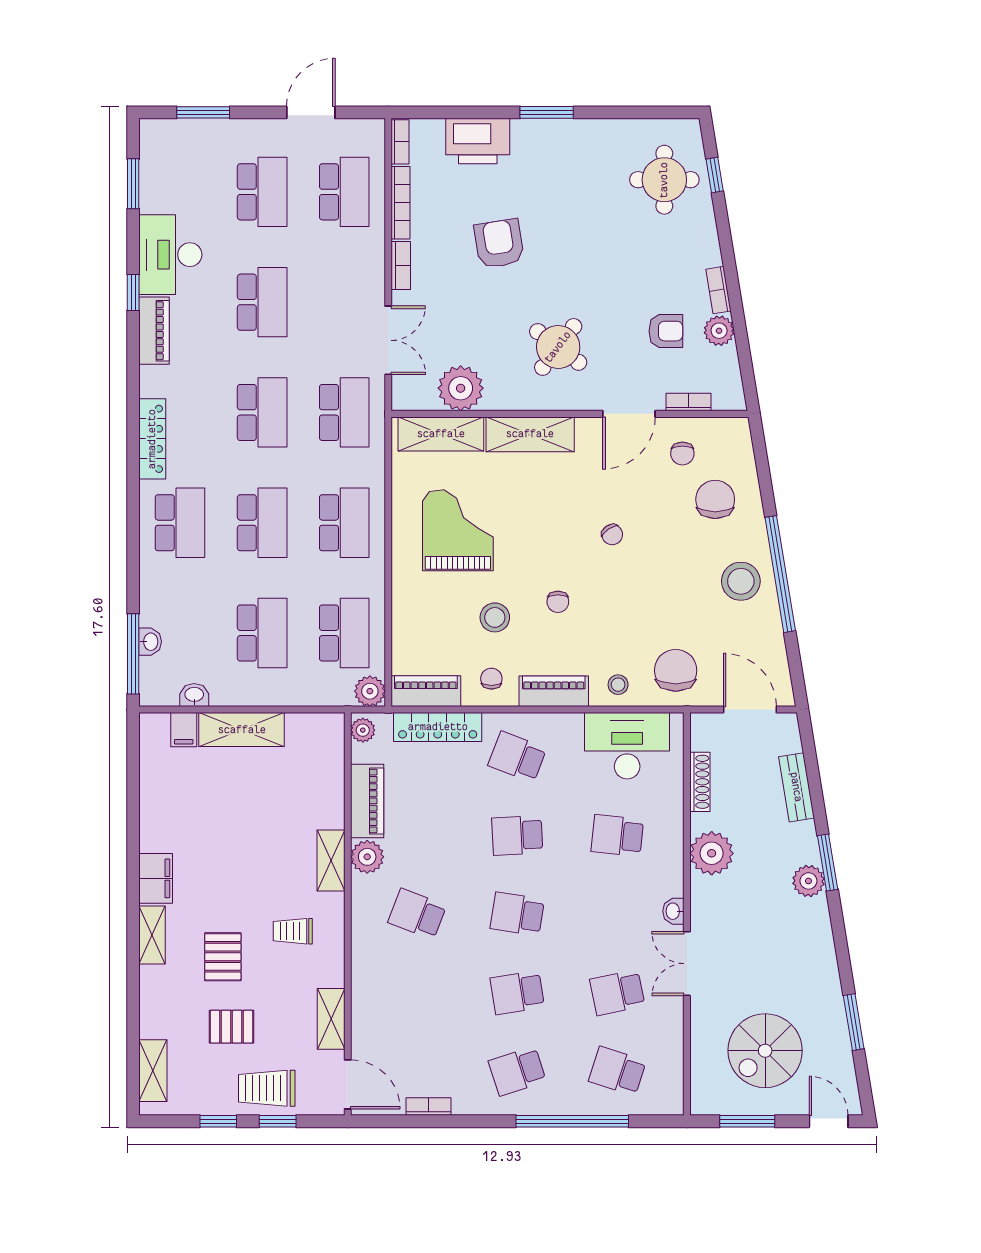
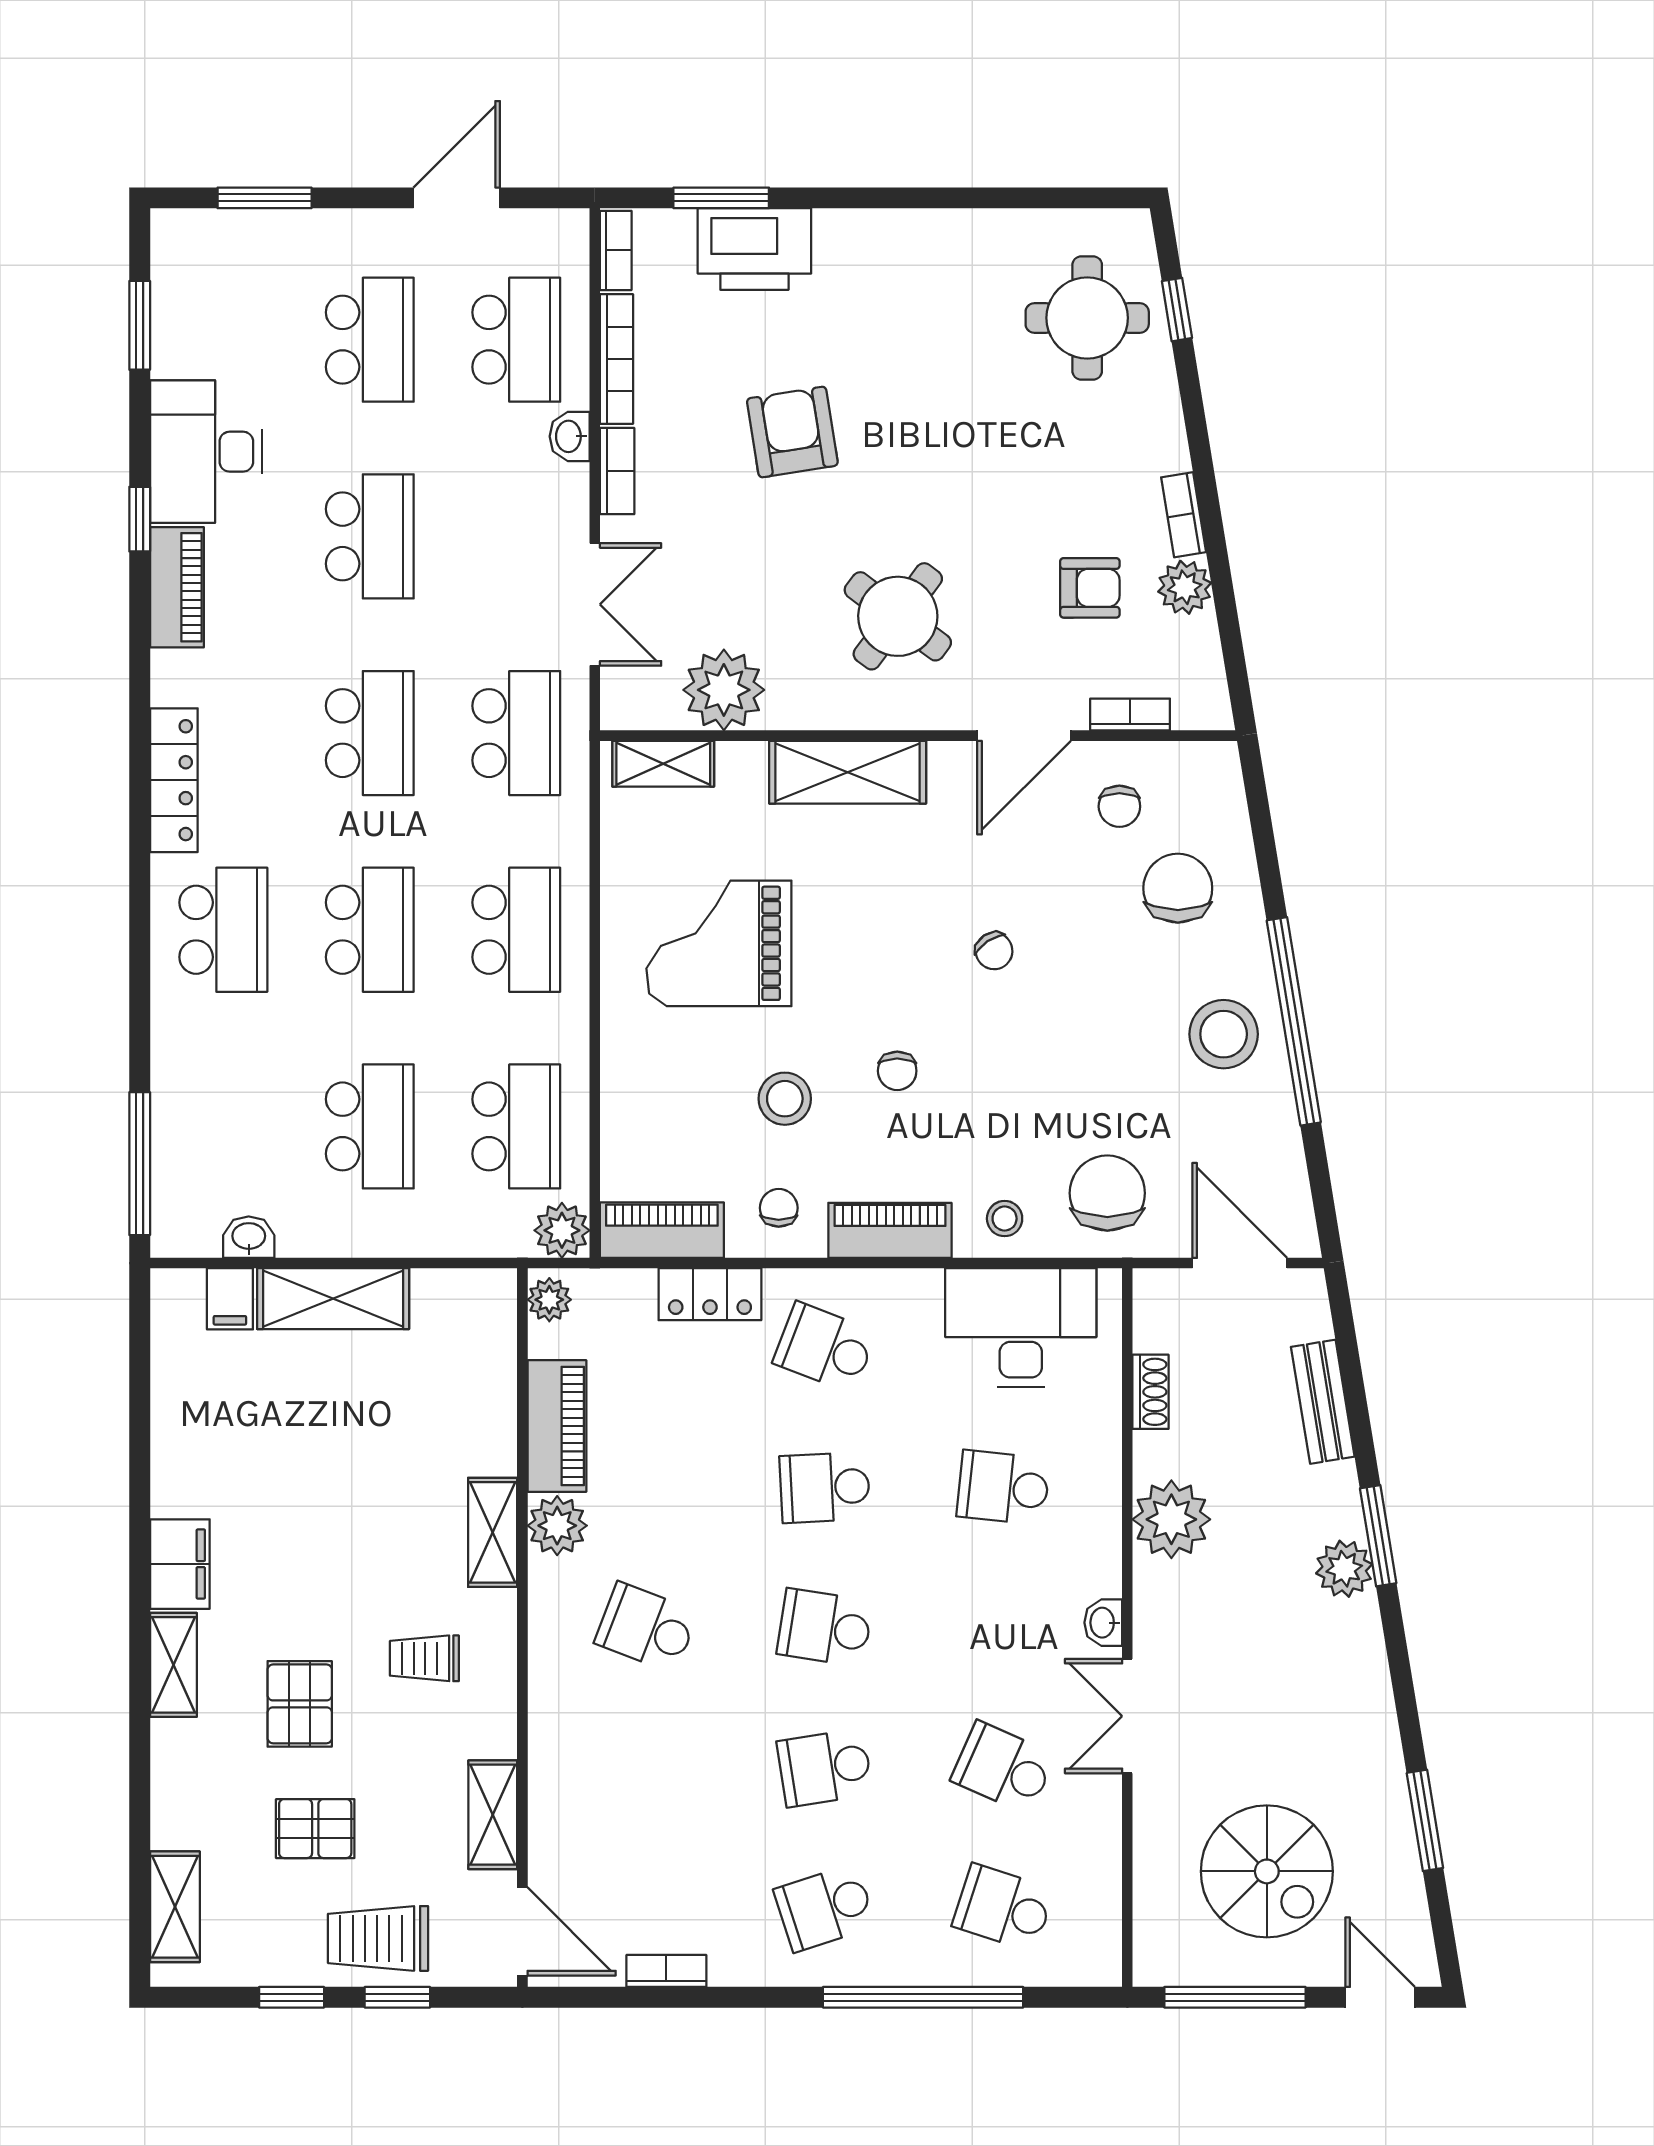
window: (547, 112) -> (721, 198), moved
shelving: (441, 434) -> (663, 764), width x0.67, depth x0.75
grand piano: (458, 530) -> (719, 943), turned -90
washbasin: (150, 642) -> (570, 436), moved, turned 180
locker: (438, 727) -> (710, 1294), width x0.66
shoe rack: (700, 782) -> (1151, 1392), width x0.70
school desk: (617, 993) -> (1003, 1768), turned 36
spiral stairs: (765, 1051) -> (1267, 1871), turned -90
window: (747, 1121) -> (1235, 1997), width x1.44

